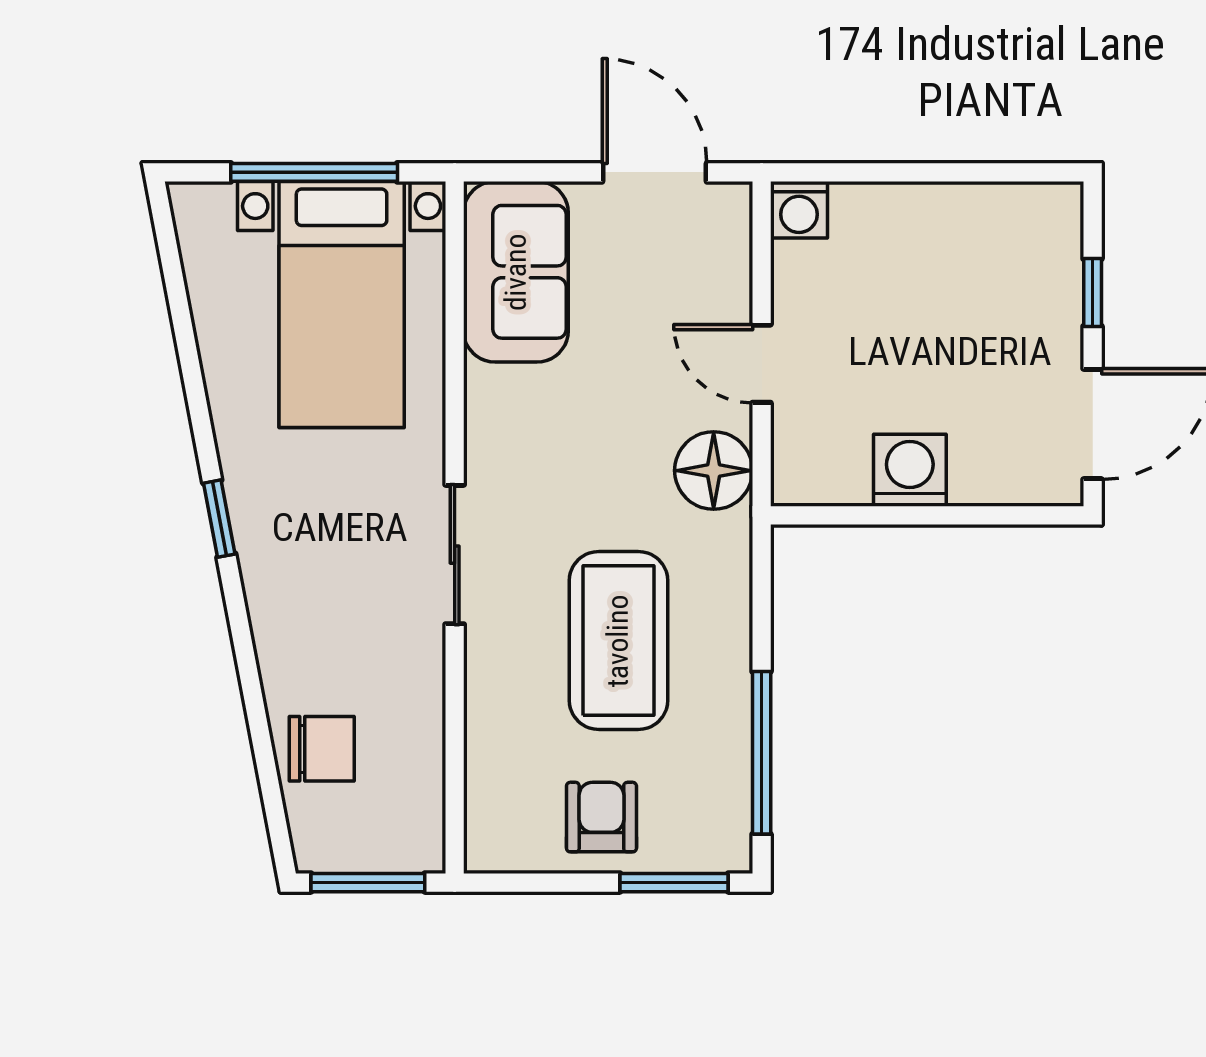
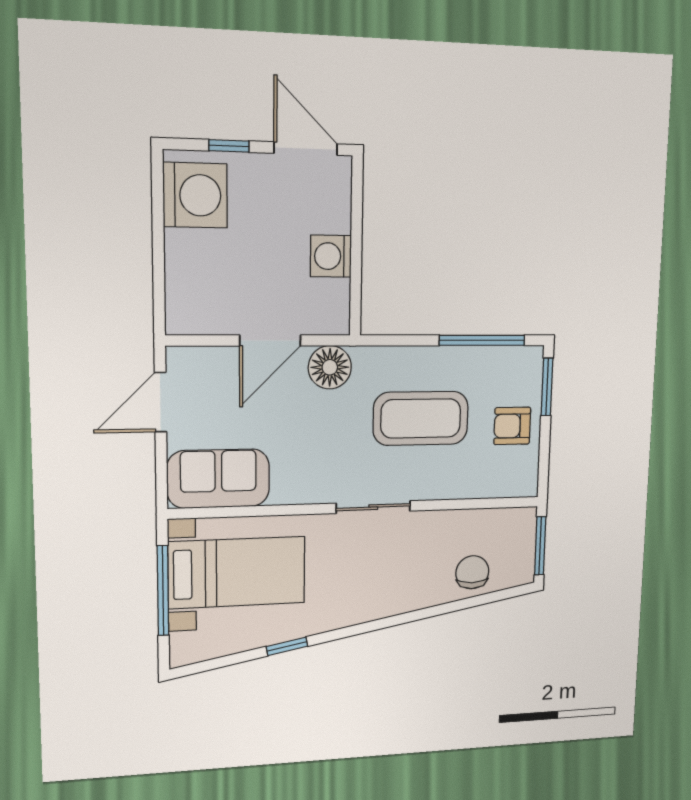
washing machine: (799, 210) -> (195, 195), moved, width x1.89, depth x1.89
door: (762, 364) -> (270, 341), width x1.38
window: (219, 519) -> (287, 646), moved

